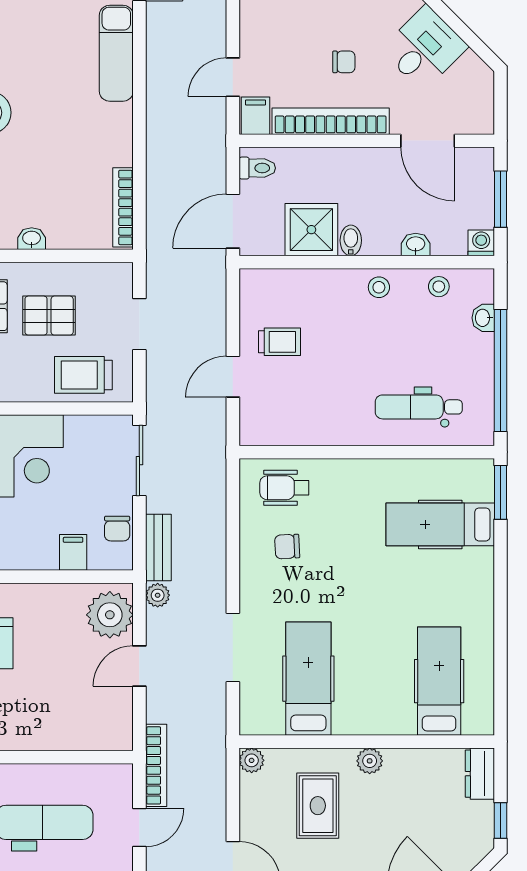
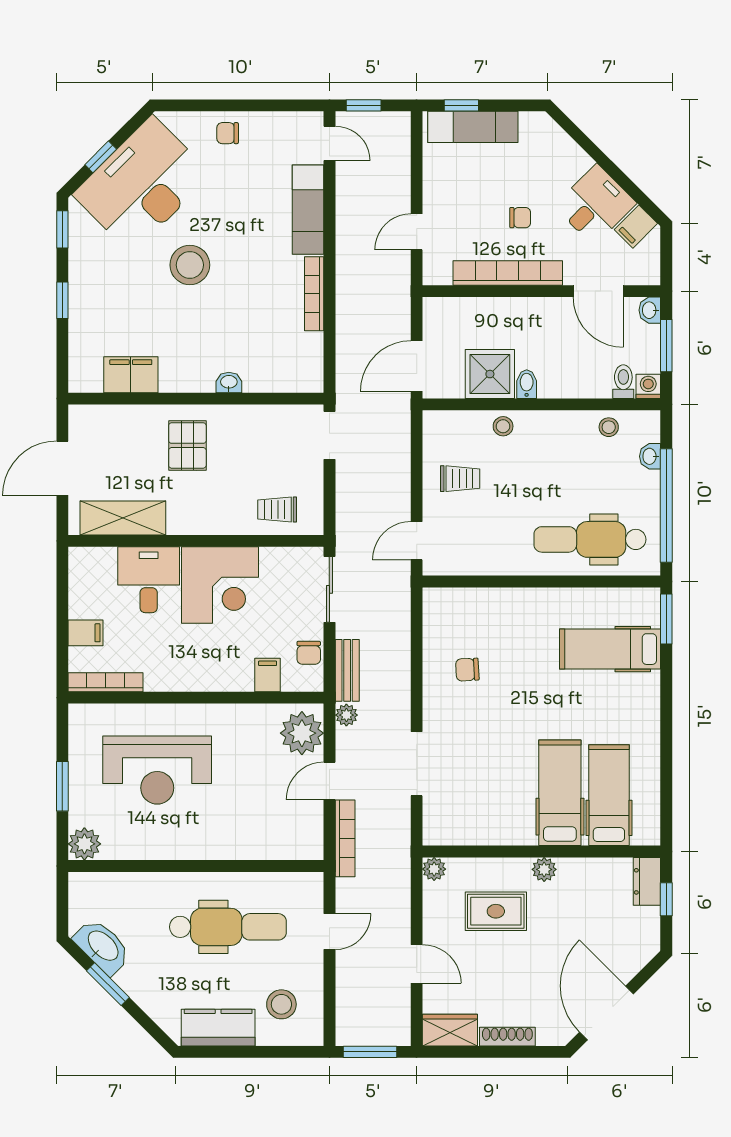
filing cabinet: (256, 116) -> (636, 227), moved, turned -135
toilet: (257, 168) -> (623, 382), moved, turned -90
bookcase: (123, 207) -> (314, 294), moved
washbasin: (416, 244) -> (650, 310), moved, turned -90
stool: (379, 287) -> (503, 426), moved
pallet: (49, 316) -> (245, 454), removed
doorway: (139, 324) -> (329, 435), moved
trolley: (83, 375) -> (277, 510), width x0.73, depth x0.72
door: (233, 377) -> (417, 541), moved
dental chair: (419, 407) -> (590, 539), width x1.36, depth x1.38
wheelchair: (284, 488) -> (465, 615), removed
hospital bed: (308, 679) -> (560, 793), moved
bookcase: (156, 765) -> (345, 838), moved
rug: (318, 806) -> (496, 911), turned 90
window: (501, 820) -> (666, 899), moved

